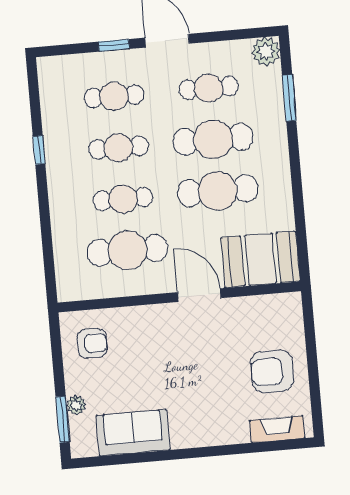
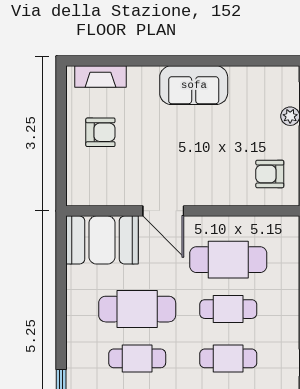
cafe table: (213, 139) -> (137, 358), width x0.73, depth x0.74
armchair: (272, 371) -> (100, 132), width x0.72, depth x0.72
sofa: (133, 433) -> (194, 85), moved

